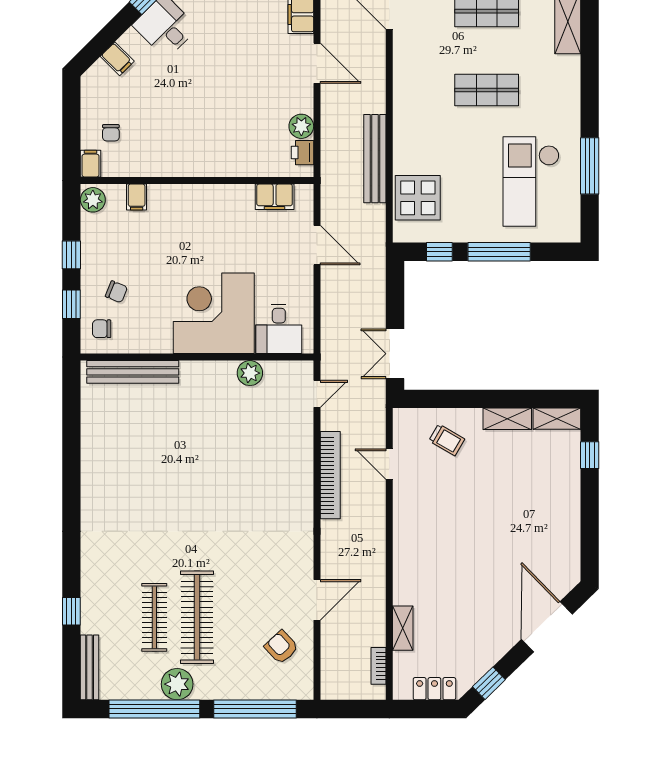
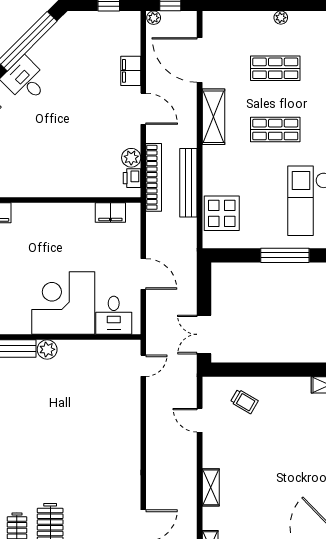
shelving: (407, 73) -> (213, 117), added
door: (317, 245) -> (143, 274), moved
window: (439, 252) -> (239, 255), removed
plant: (250, 373) -> (47, 349), moved
shelving: (507, 419) -> (211, 487), moved, turned 90
bookcase: (330, 475) -> (154, 177), moved

